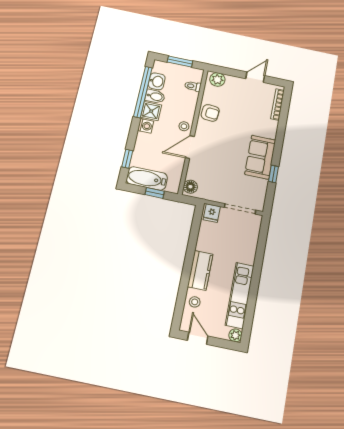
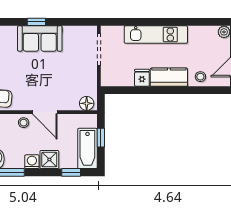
shower: (151, 111) -> (49, 160), moved
window: (274, 174) -> (36, 22), moved
fridge: (212, 213) -> (142, 78), moved, turned -90
kitchen unit: (240, 295) -> (156, 35), moved

